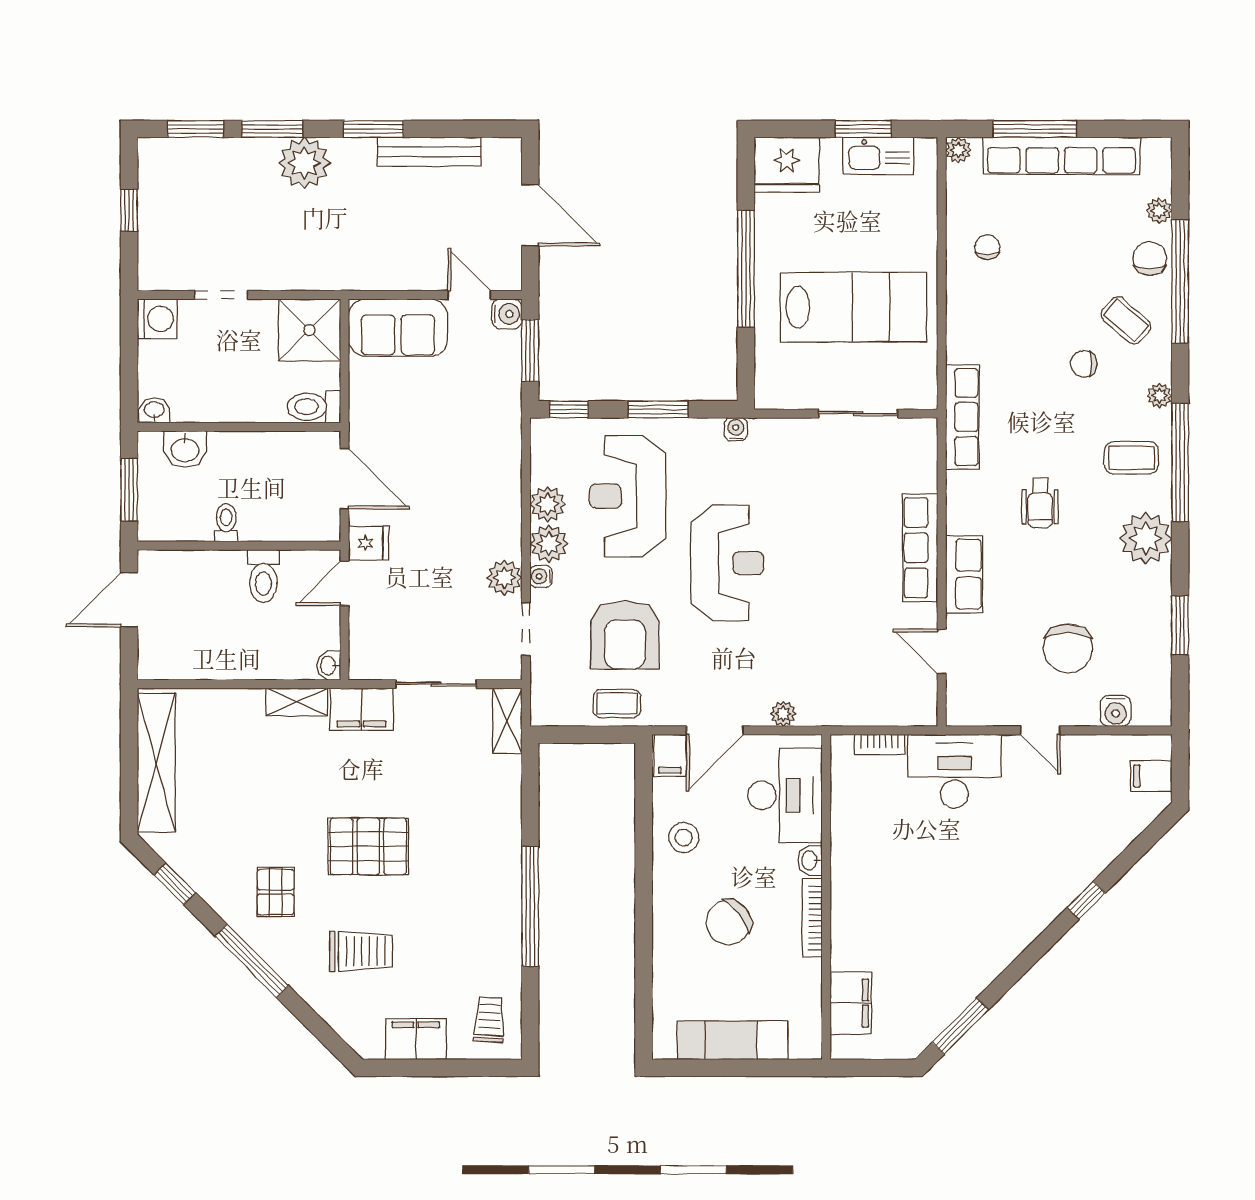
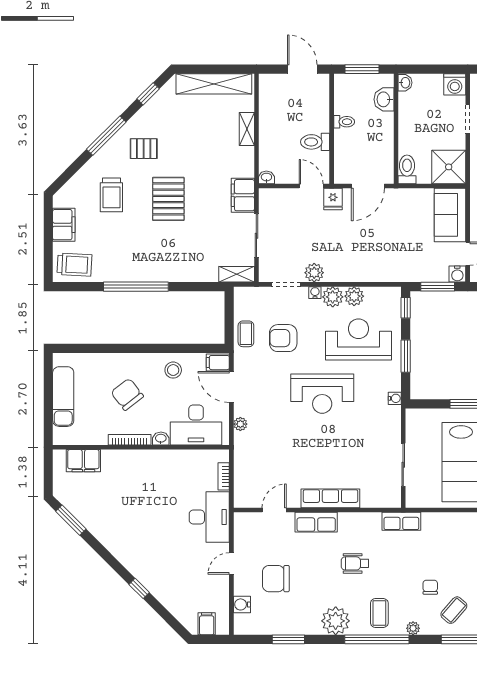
row of seats: (962, 417) -> (401, 521), width x0.68
armchair: (625, 635) -> (283, 338), width x0.73, depth x0.73
shelving: (297, 702) -> (247, 129), moved
trolley: (489, 1019) -> (74, 265), width x1.36, depth x1.39

